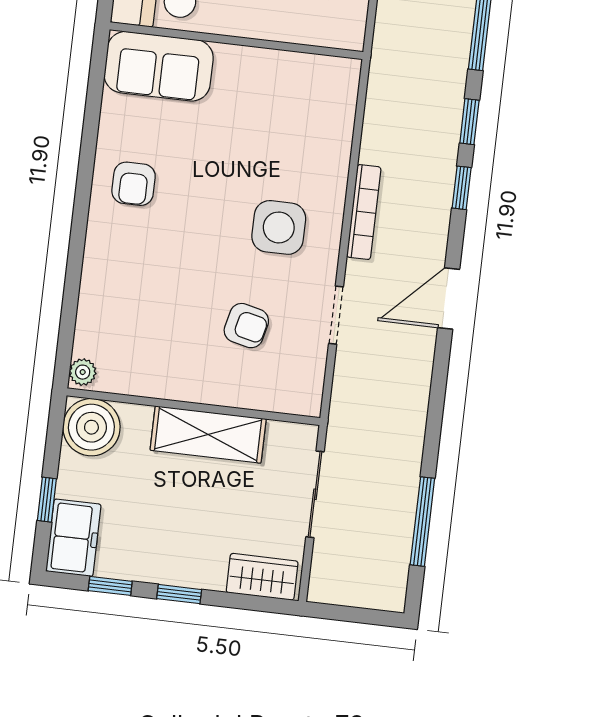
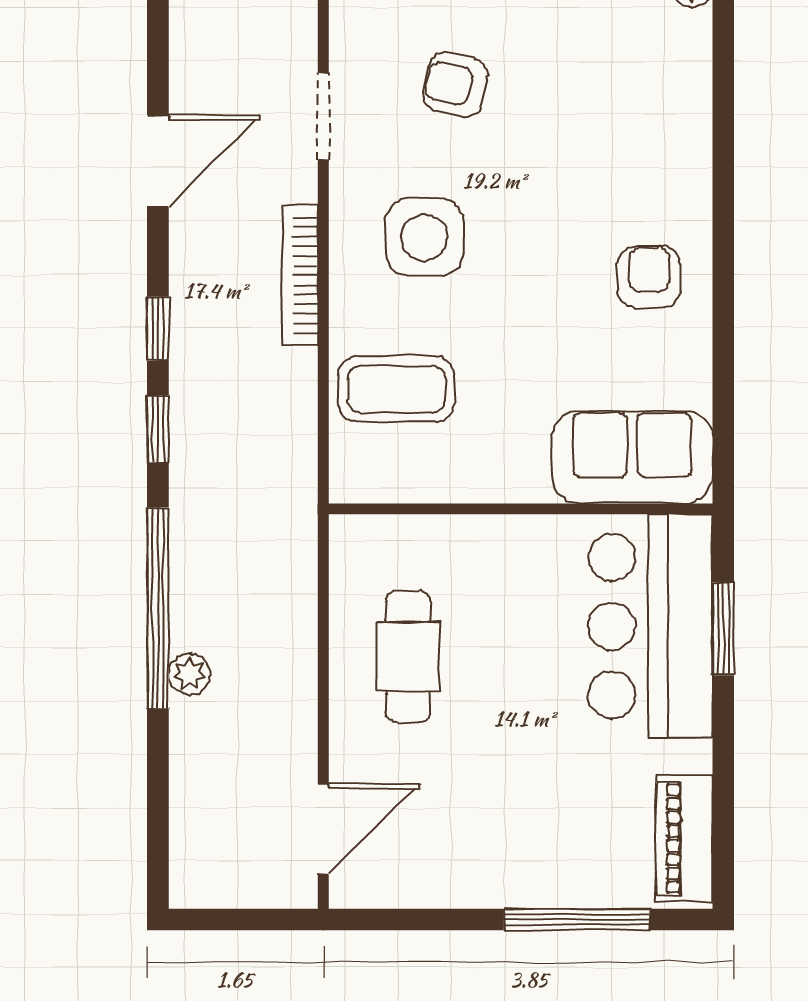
coffee table: (309, 129) -> (396, 389), added

